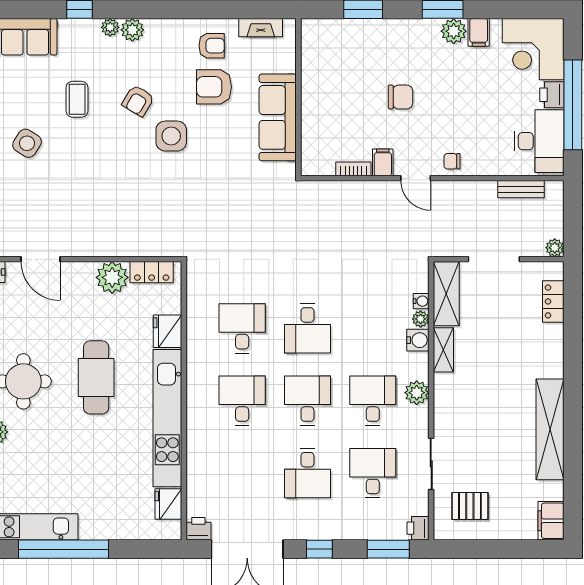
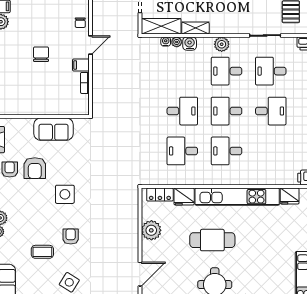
armchair: (138, 101) -> (71, 237), moved, turned -121
sofa: (278, 117) -> (54, 129), width x0.73
locker: (152, 272) -> (160, 195), moved, turned 90

